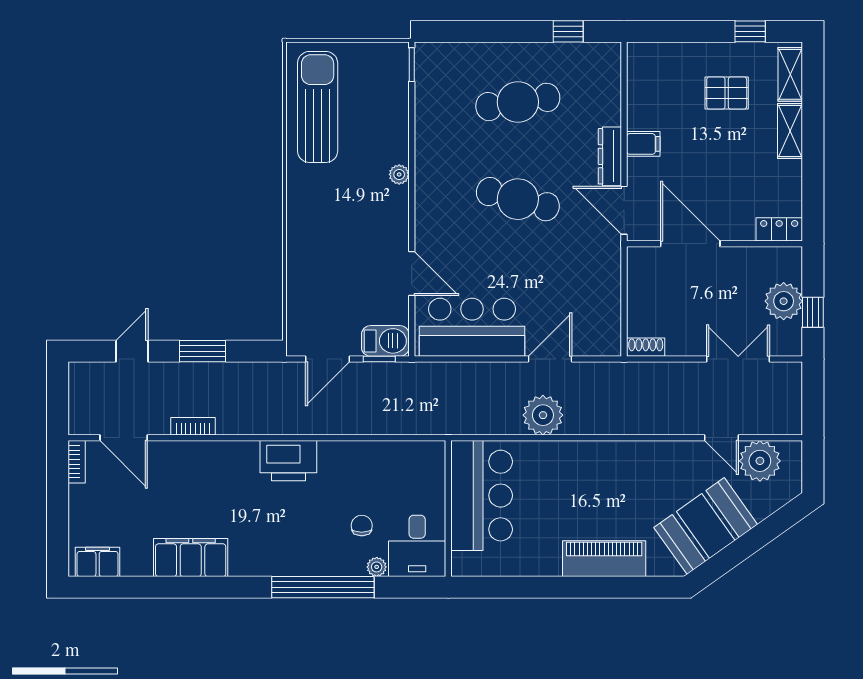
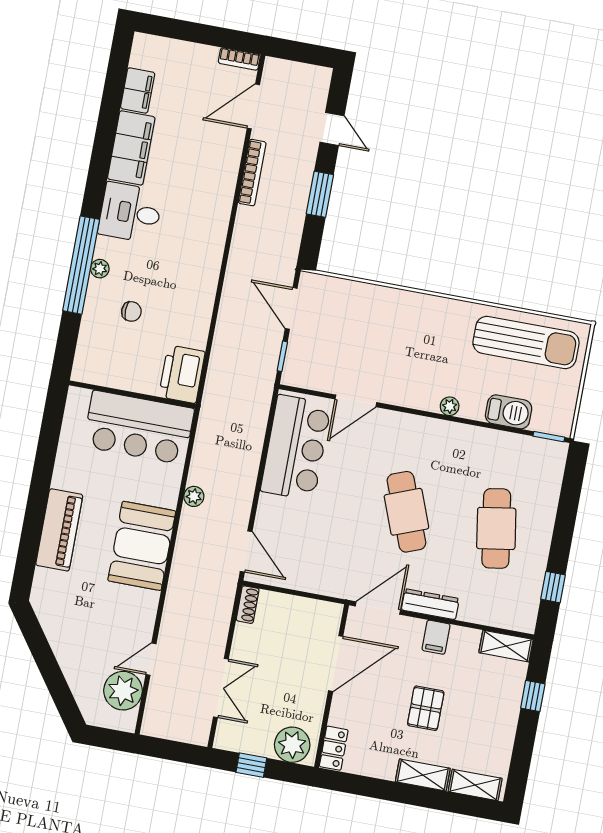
window: (750, 31) -> (533, 696), moved
shelving: (639, 69) -> (506, 646), added
pallet: (727, 93) -> (426, 708), moved
cafe table: (518, 199) -> (406, 512), turned -36
plant: (784, 301) -> (292, 745), moved
barbecue: (385, 341) -> (509, 412), moved, turned -90
door: (550, 359) -> (246, 551), moved
plant: (543, 415) -> (194, 496), width x0.53, depth x0.53
bookcase: (193, 426) -> (252, 173), width x1.56
printer: (288, 461) -> (182, 374), moved
booth: (706, 526) -> (142, 546), moved, turned 35
desk: (417, 546) -> (130, 213), moved
filing cabinet: (98, 562) -> (138, 90), moved
plant: (377, 567) -> (100, 269), moved

